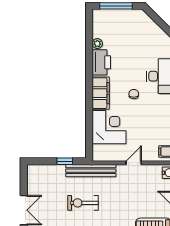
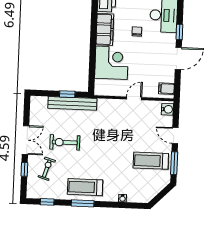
bench: (91, 171) -> (72, 103), moved
exercise bike: (83, 203) -> (65, 142), moved

